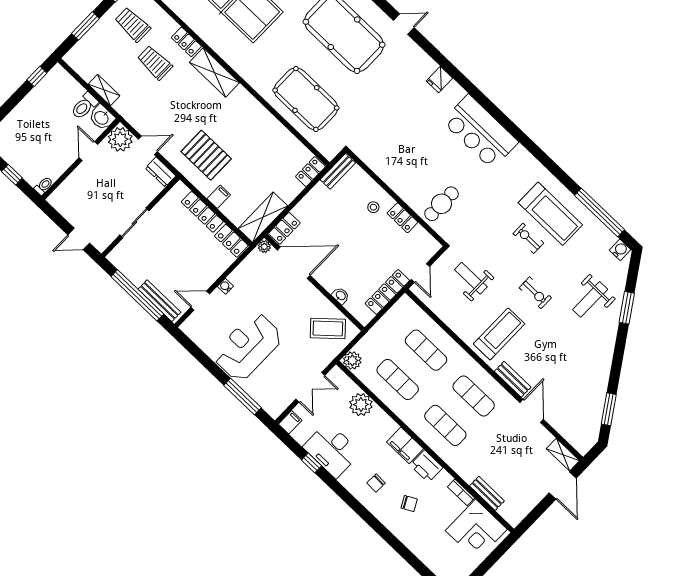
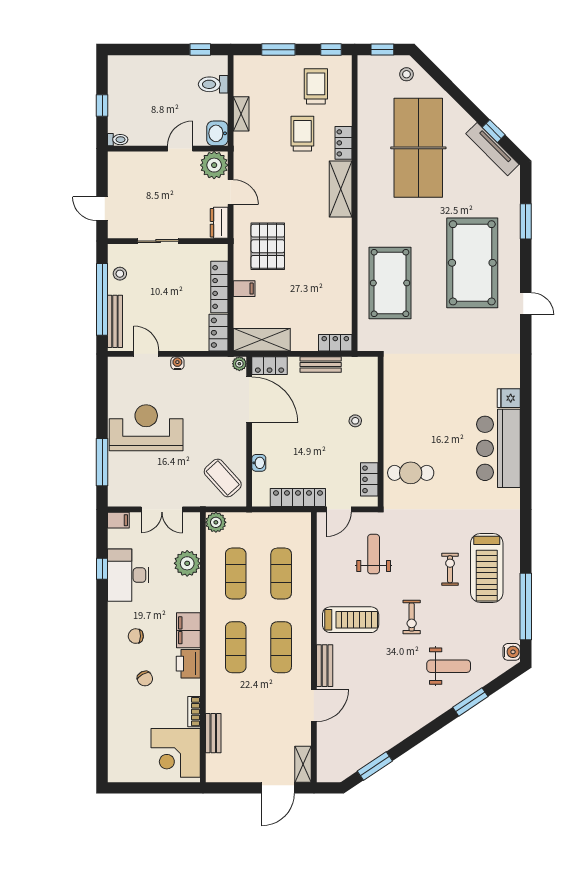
fridge: (439, 80) -> (509, 398), moved
toilet: (84, 106) -> (213, 84), moved
bench: (338, 171) -> (321, 365), moved
locker: (402, 218) -> (369, 479), moved
stool: (132, 268) -> (120, 274), added
weight bench: (590, 299) -> (449, 666), turned 180

